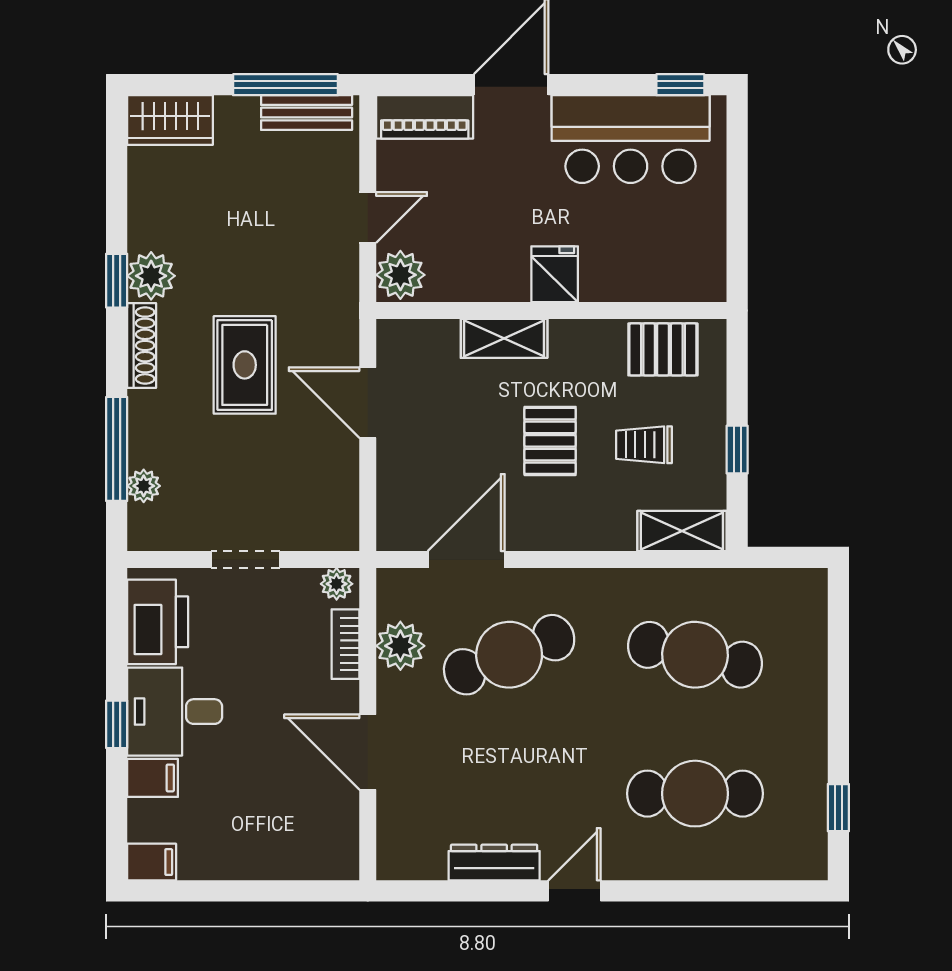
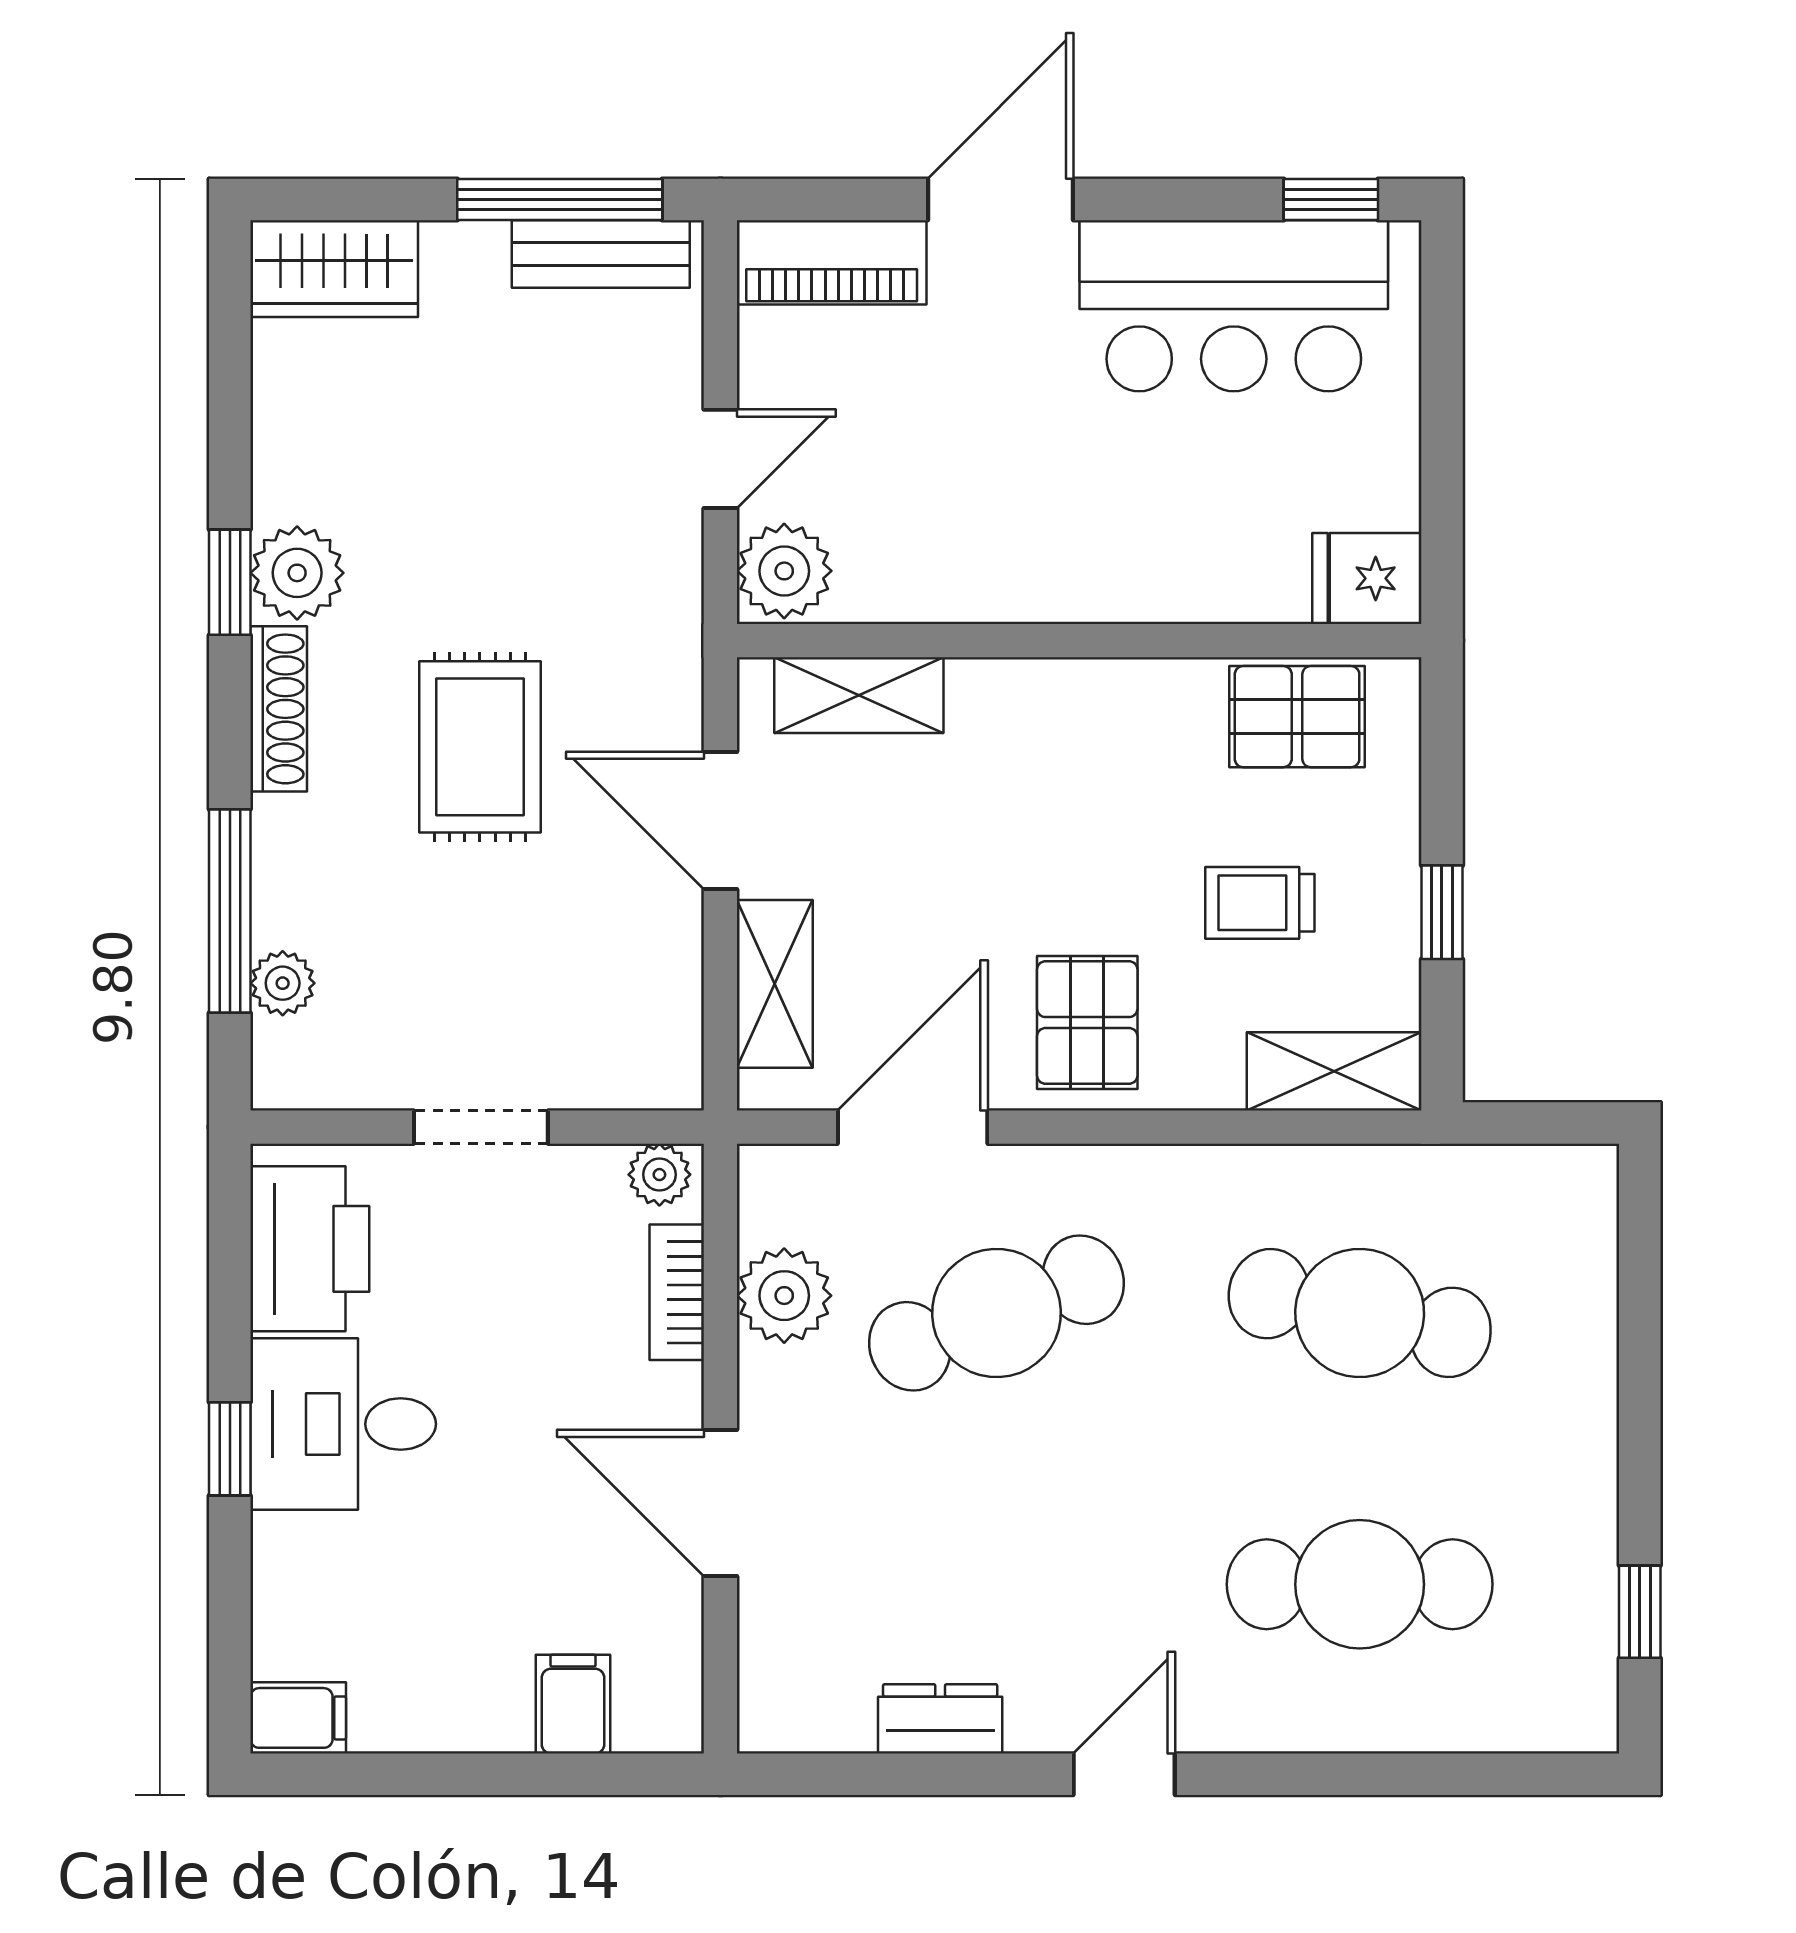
fridge: (555, 274) -> (1367, 578), moved, turned -90
shelving: (504, 338) -> (859, 695), moved
pallet: (550, 441) -> (1087, 1023), moved
shelving: (396, 486) -> (775, 984), added
filing cabinet: (153, 778) -> (573, 1704), moved, turned -90
dresser: (494, 862) -> (940, 1719), width x0.70

